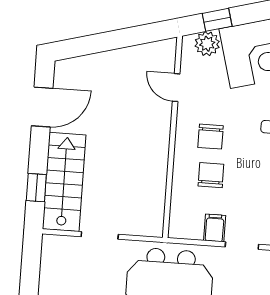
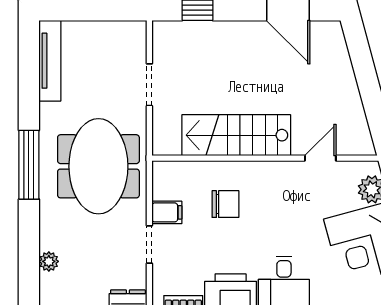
chair: (211, 137) -> (268, 201), removed
stairs: (64, 182) -> (236, 135), moved, turned 180

